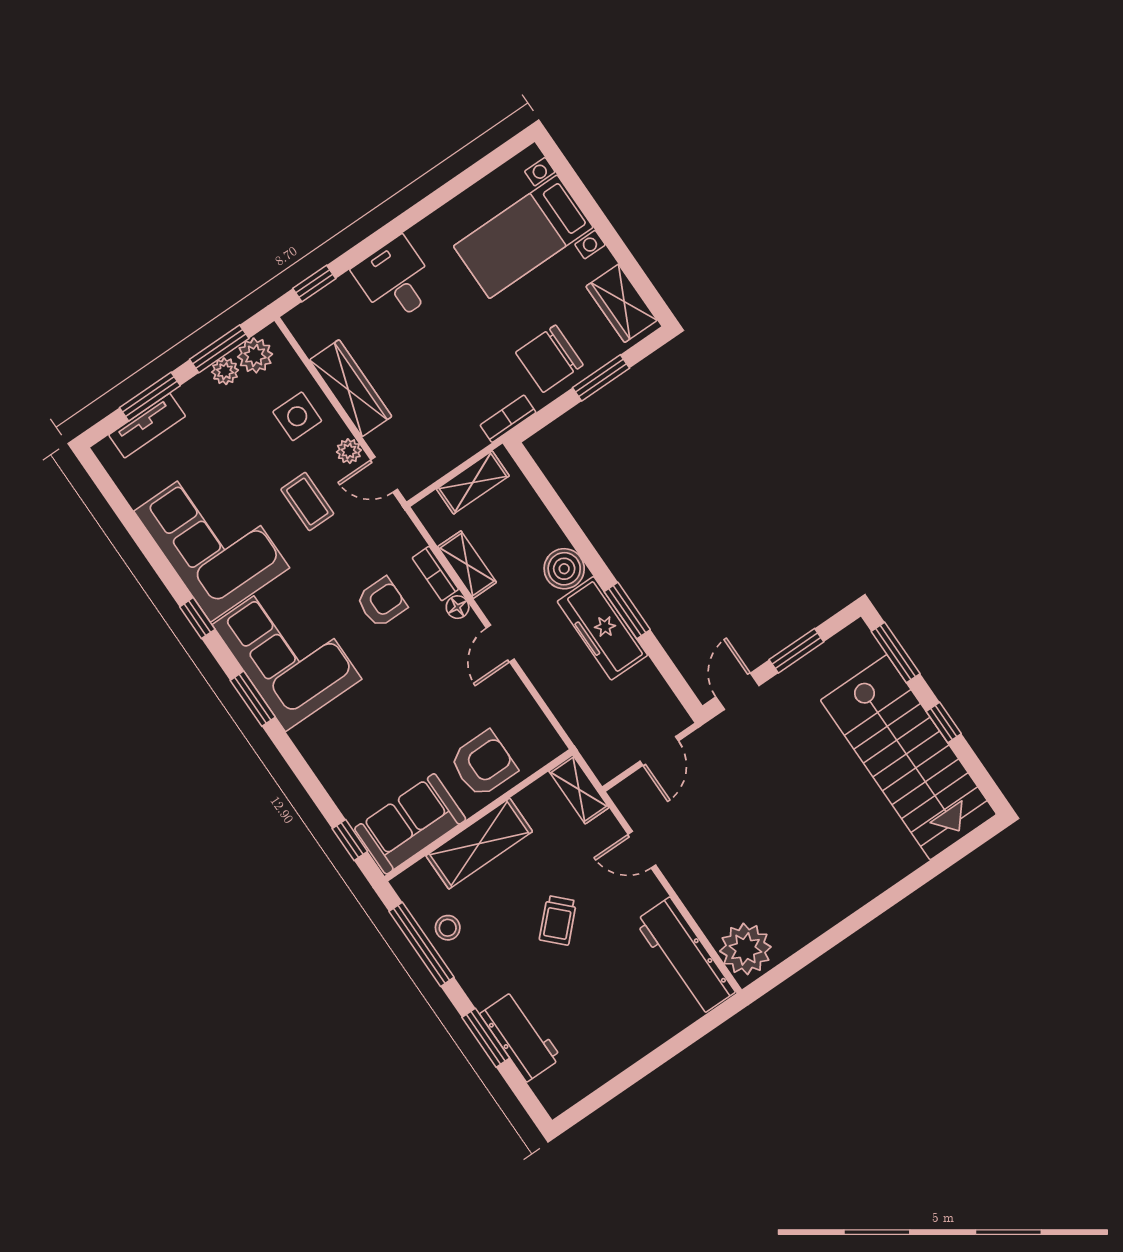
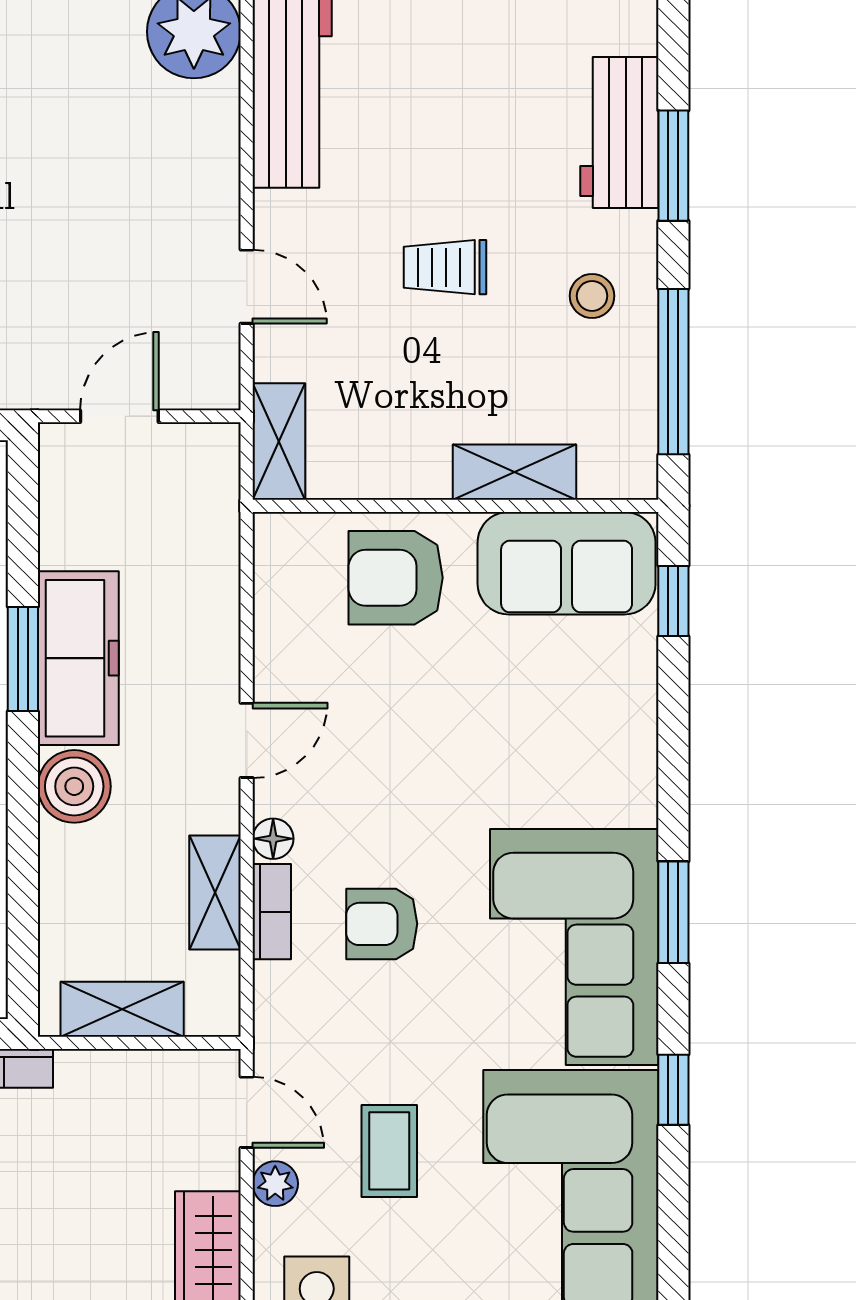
shelving: (479, 844) -> (515, 472), width x0.67, depth x0.75
trolley: (558, 920) -> (445, 267), turned -135
stool: (448, 928) -> (592, 296), moved

